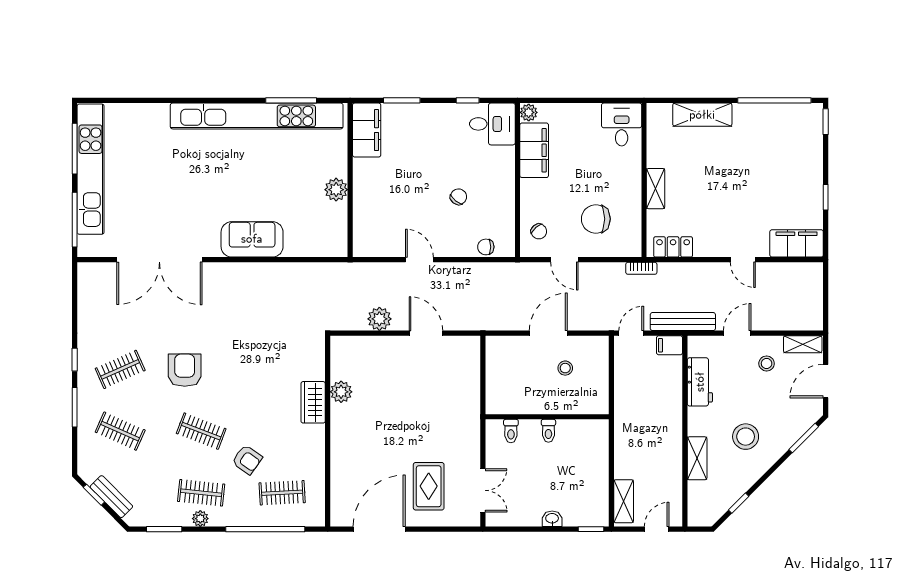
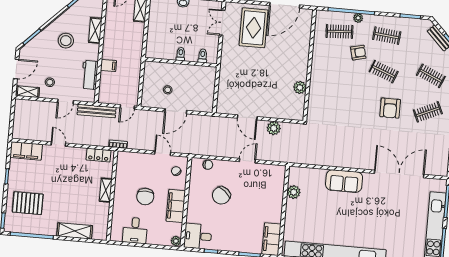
desk: (622, 124) -> (135, 230), moved
filing cabinet: (534, 150) -> (176, 206), moved
pallet: (786, 155) -> (28, 203), added
plant: (336, 190) -> (294, 192), moved
chair: (458, 197) -> (221, 195), width x1.87, depth x1.87
chair: (596, 219) -> (145, 197), moved, turned 90
door: (419, 260) -> (247, 161), swing flipped
filing cabinet: (670, 345) -> (108, 66), moved
wardrobe: (313, 402) -> (317, 83), removed
armchair: (247, 460) -> (358, 53), turned 131
rug: (429, 486) -> (254, 28), width x1.36, depth x1.43
plant: (200, 519) -> (358, 18), moved

